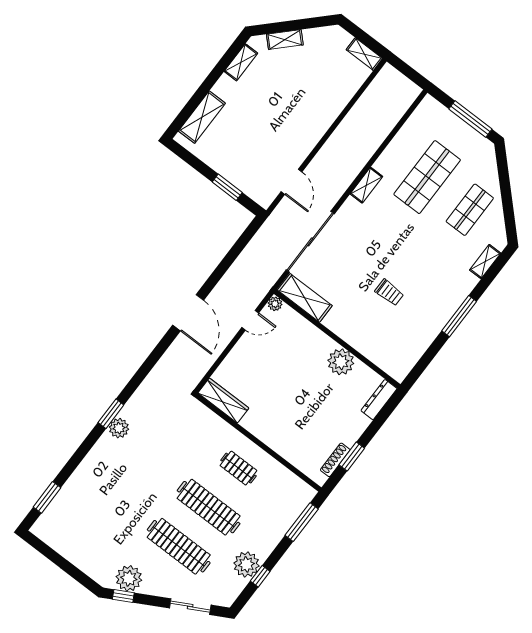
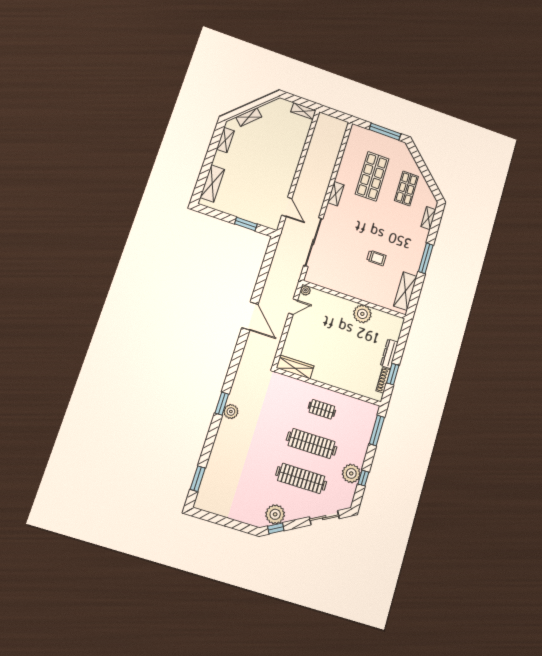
shelving: (305, 298) -> (405, 291), moved, turned 90
dresser: (379, 400) -> (389, 354), moved

